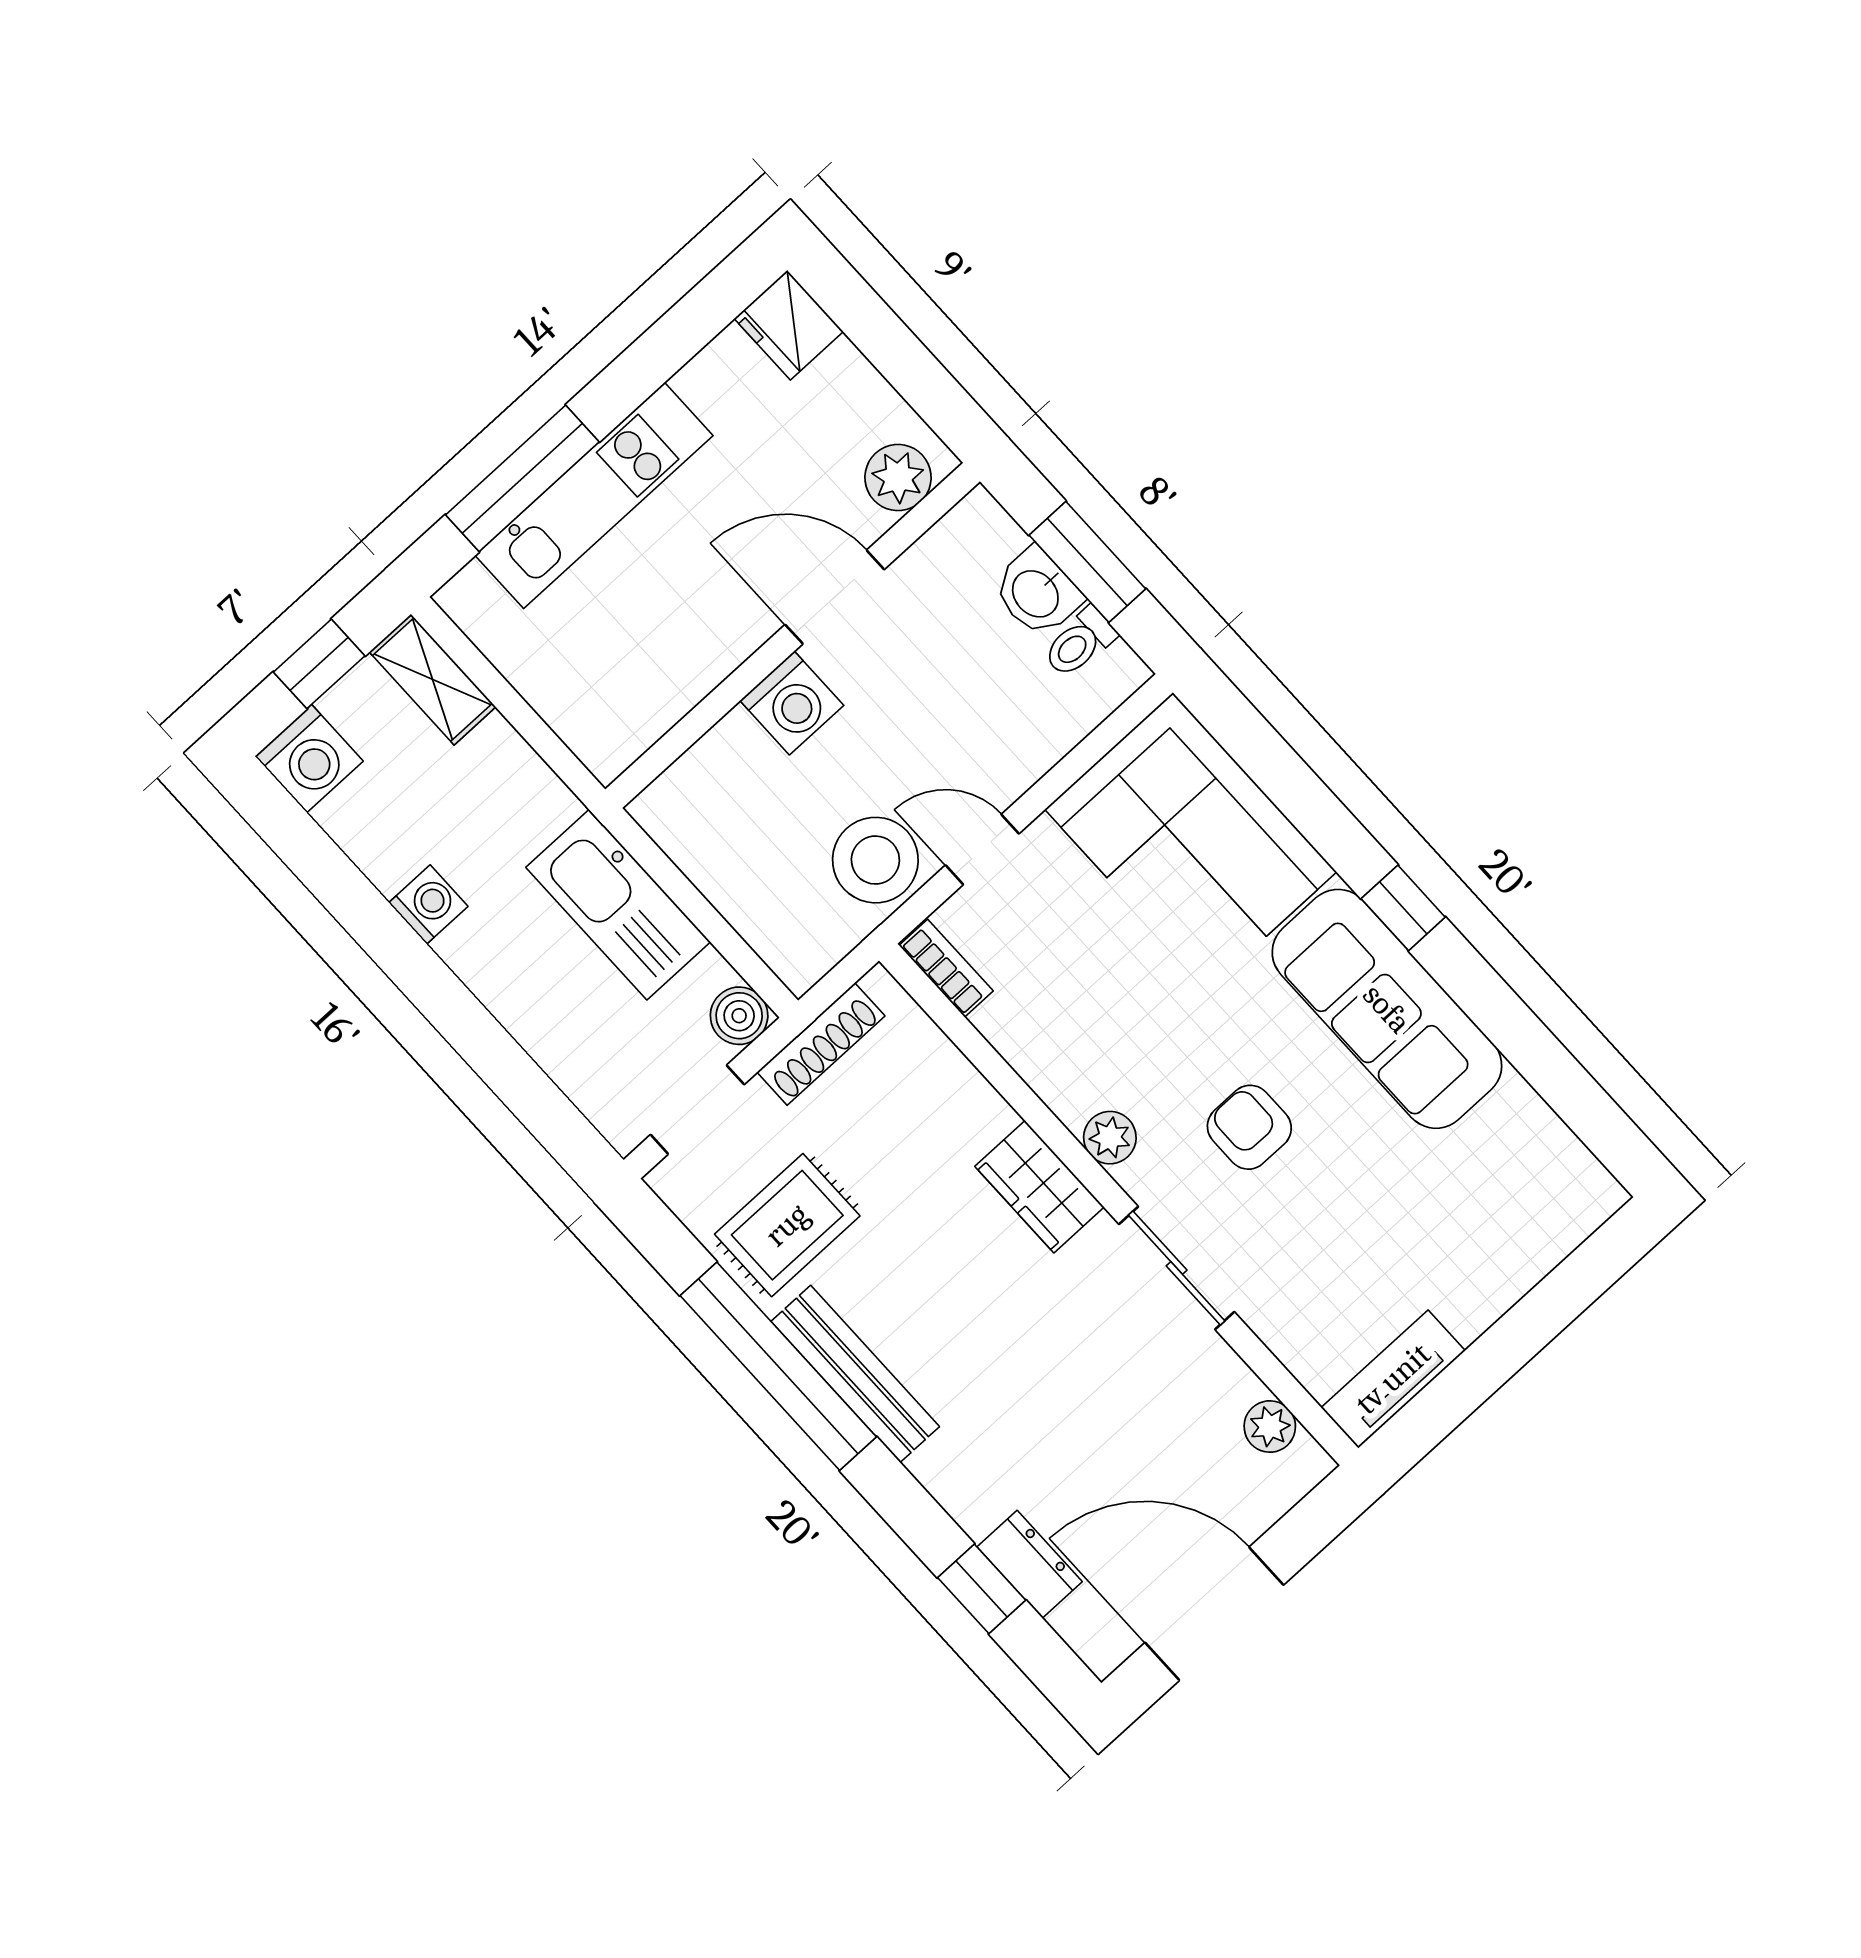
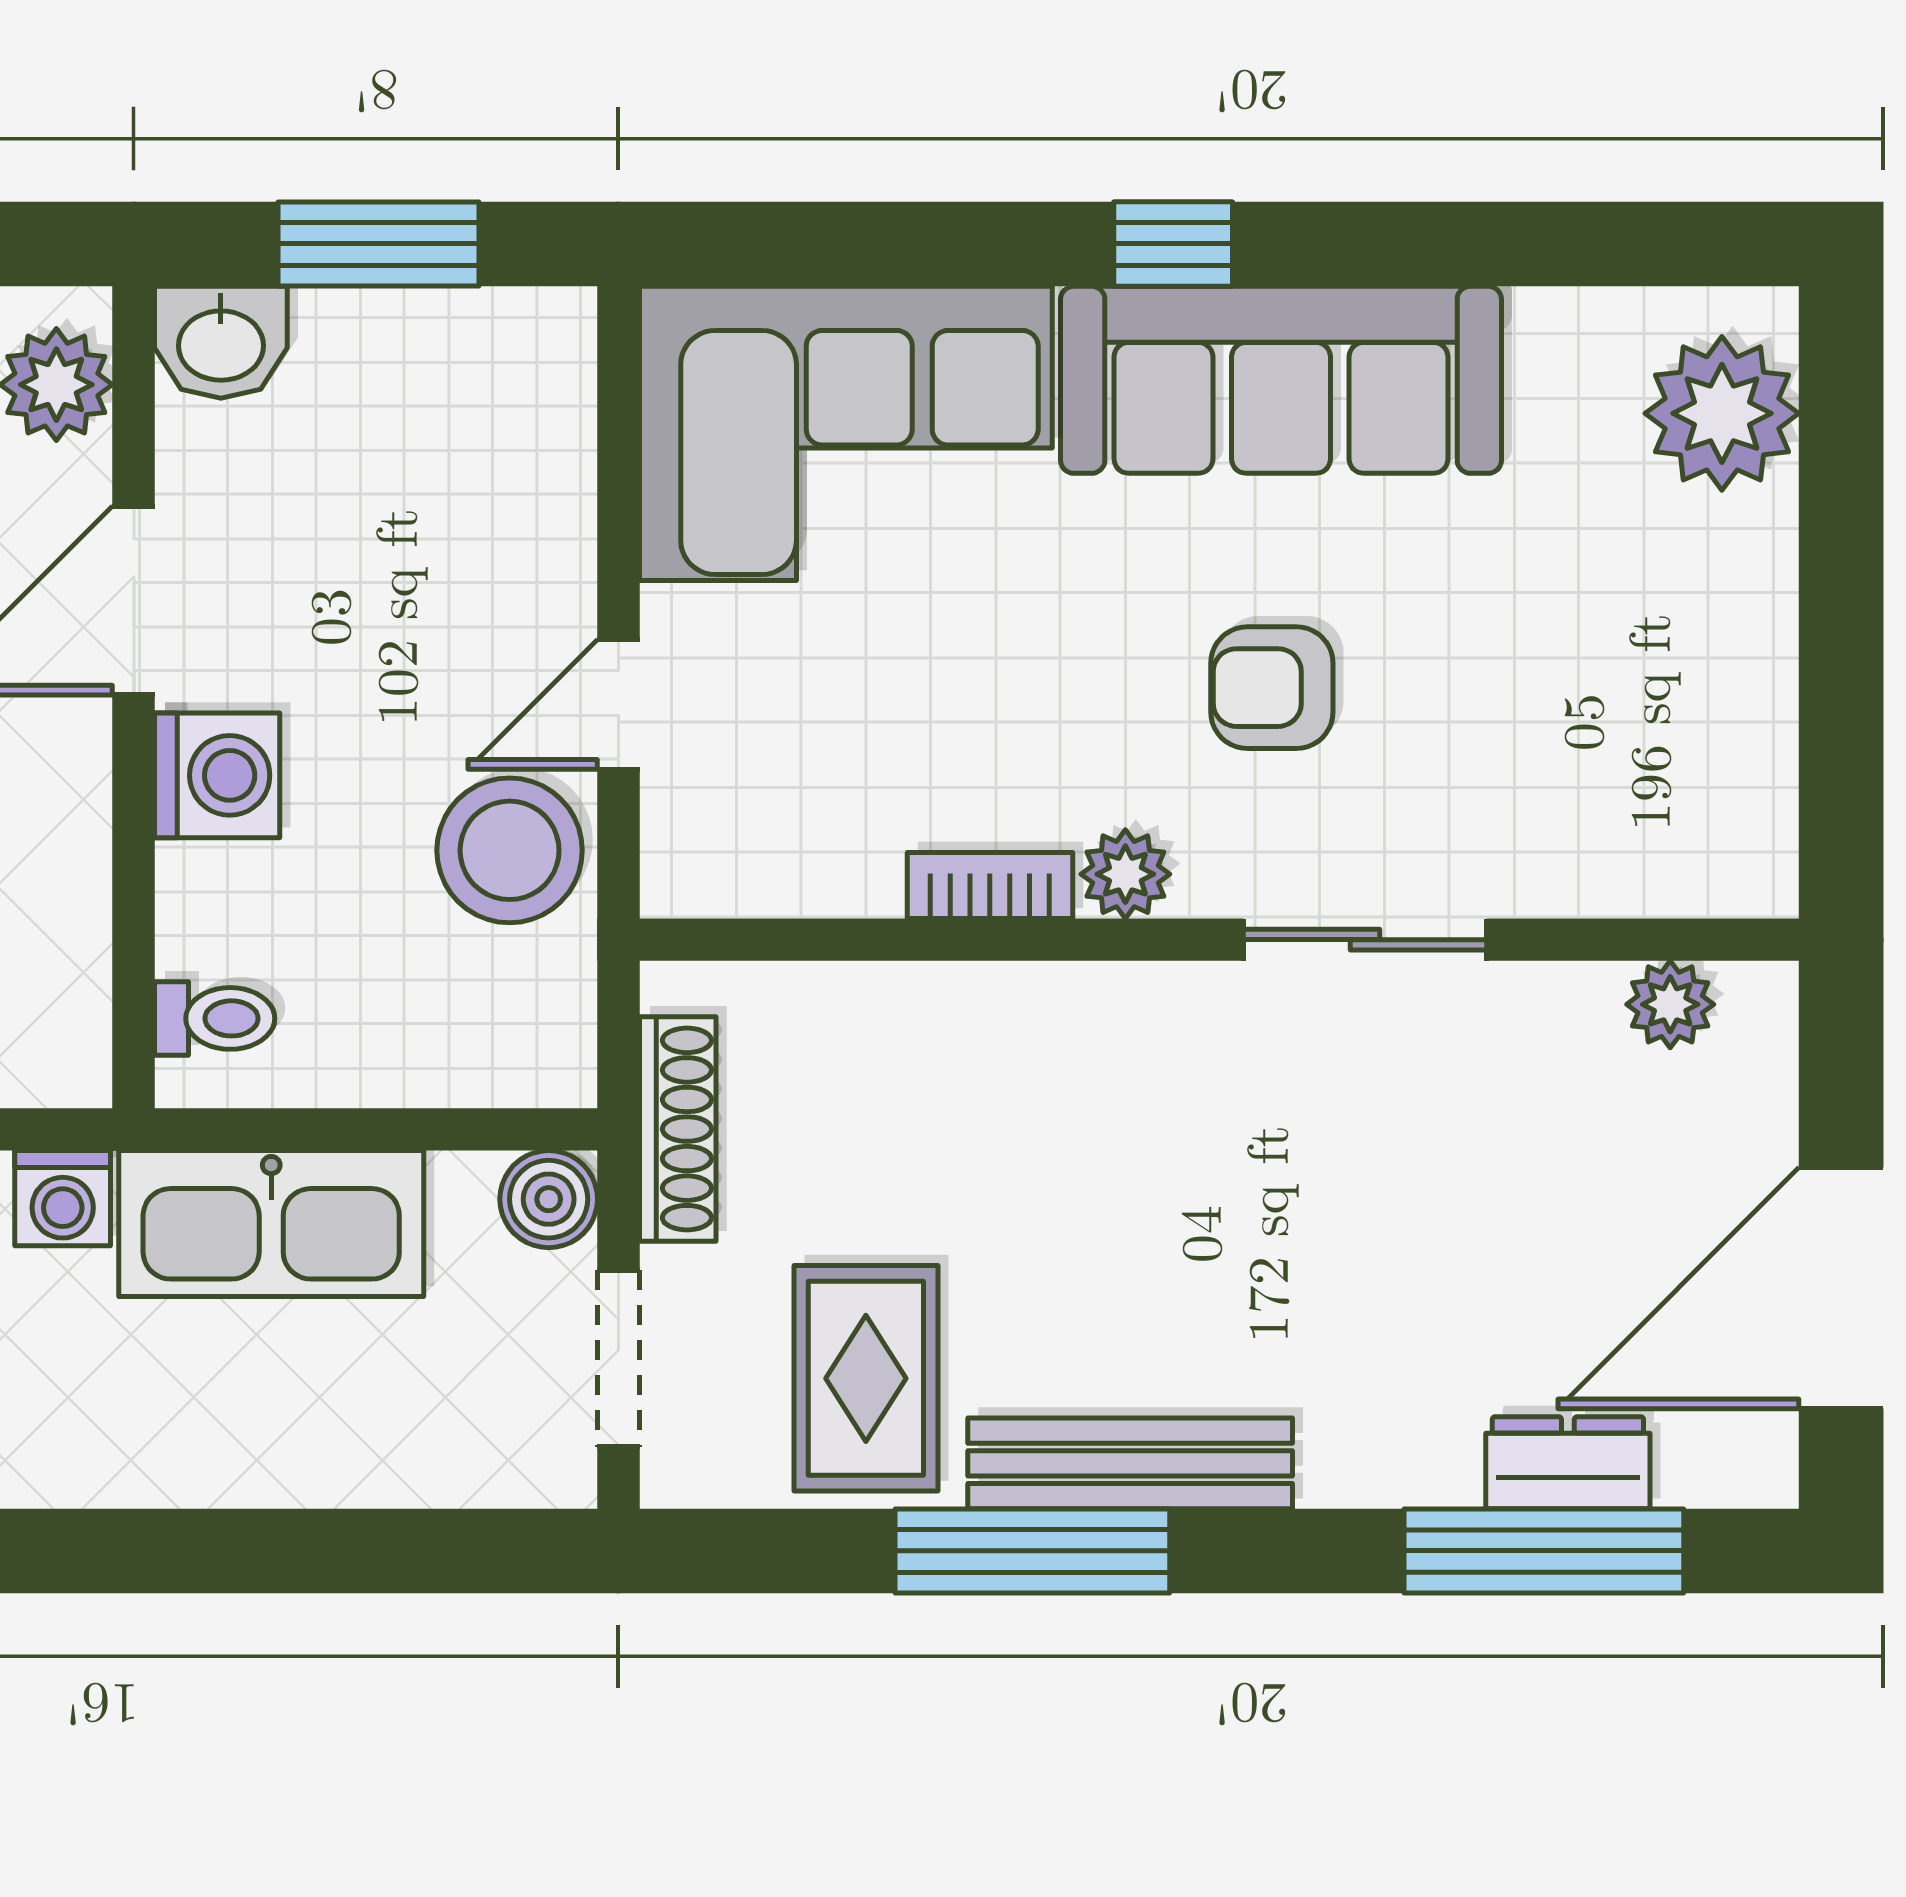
washbasin: (1037, 593) -> (221, 342), moved
toilet: (1079, 643) -> (215, 1018), moved, turned -90
washing machine: (428, 904) -> (63, 1198), moved, turned 180
bookcase: (946, 968) -> (990, 885), moved
wardrobe: (1039, 1187) -> (1106, 1018), removed
plant: (1548, 1214) -> (1722, 413), added
window: (778, 1366) -> (1032, 1551), width x0.68
tv unit: (1393, 1379) -> (1752, 796), removed
window: (982, 1589) -> (1544, 1551), width x2.17

